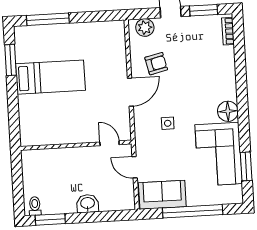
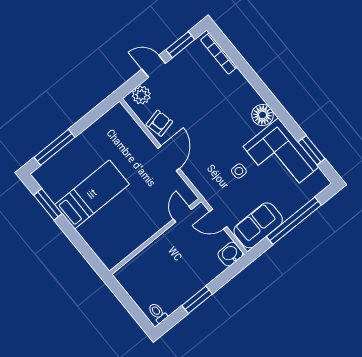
bookcase: (228, 31) -> (219, 54), width x1.56
armchair: (156, 64) -> (159, 123), moved
side table: (168, 123) -> (239, 171), moved
door: (110, 143) -> (182, 214), hinge flipped
washbasin: (88, 204) -> (230, 254), moved
window: (50, 219) -> (197, 300), moved

